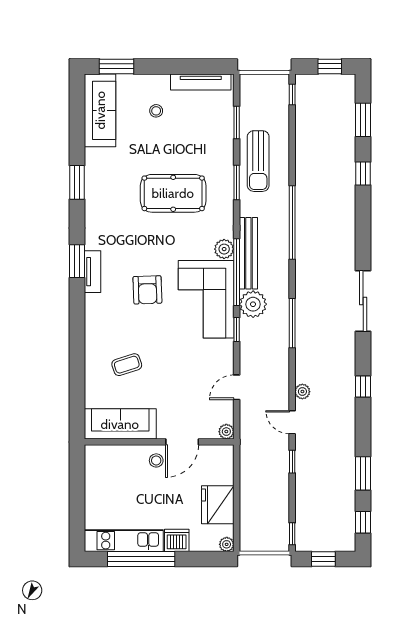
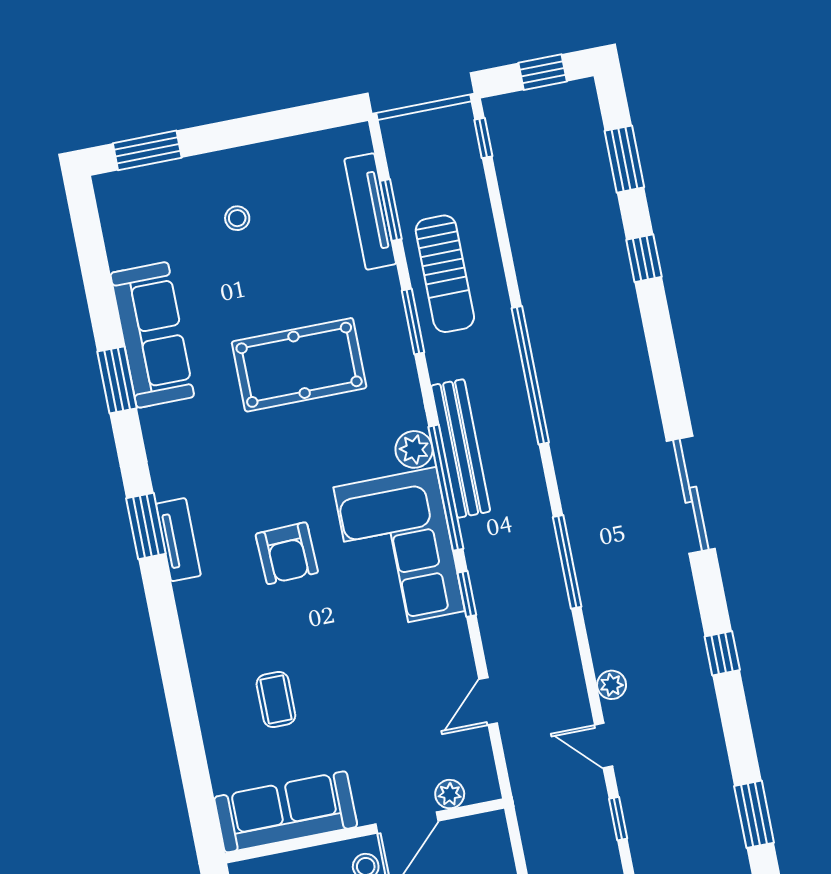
tv unit: (201, 82) -> (370, 211), moved, turned 90
sofa: (100, 110) -> (152, 335), moved
plant: (253, 304) -> (488, 541), removed
coffee table: (127, 365) -> (276, 699), turned -72
plant: (226, 432) -> (450, 794), moved

